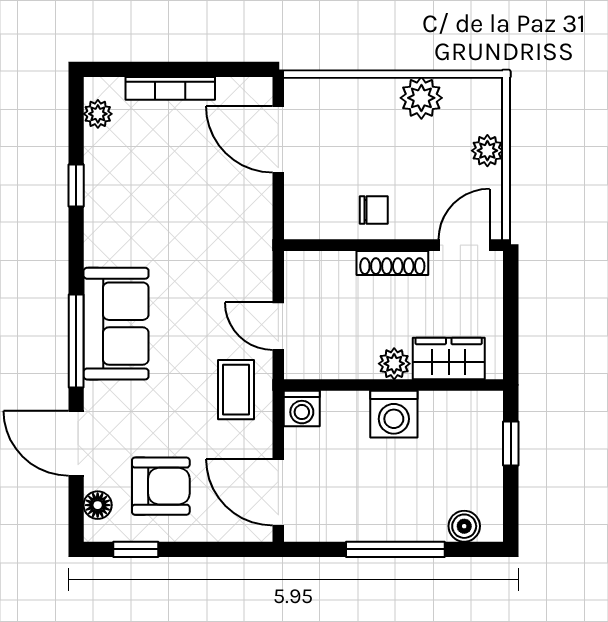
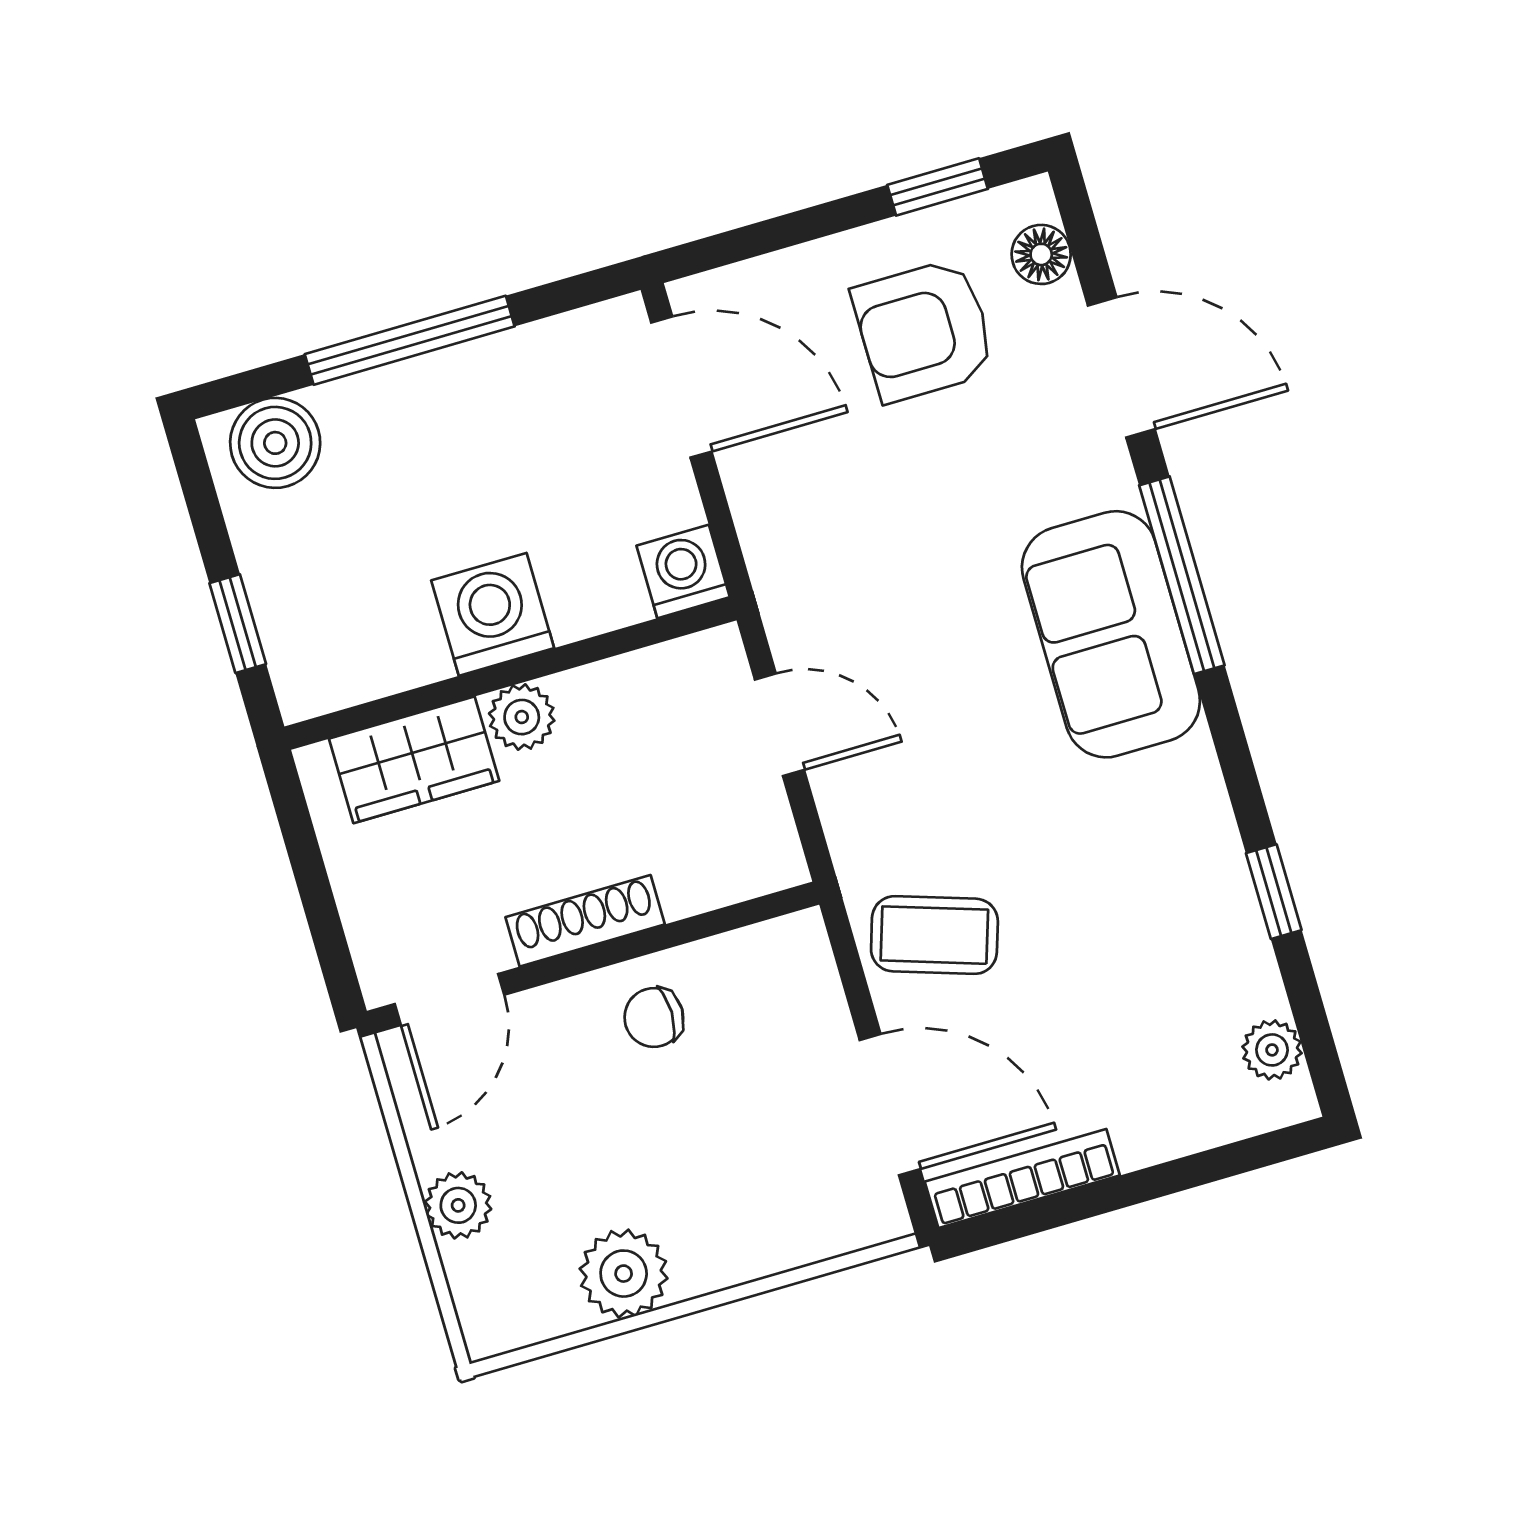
bookcase: (170, 88) -> (1022, 1179), moved
coffee table: (236, 390) -> (934, 935), moved, turned -72
boiler: (464, 526) -> (275, 443), width x1.36, depth x1.36

